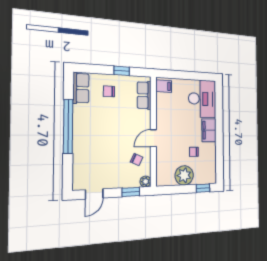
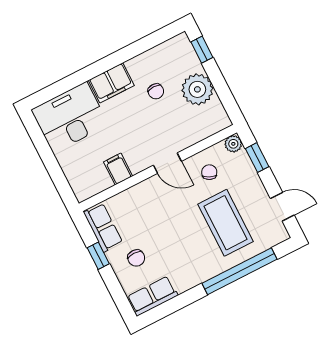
filing cabinet: (164, 86) -> (118, 169), moved
row of seats: (144, 95) -> (103, 227), moved, turned -90
window: (68, 126) -> (240, 271), moved
coffee table: (102, 154) -> (225, 223), added

